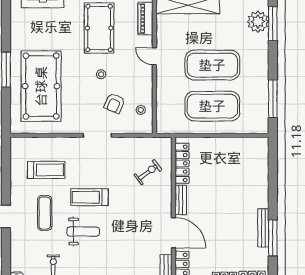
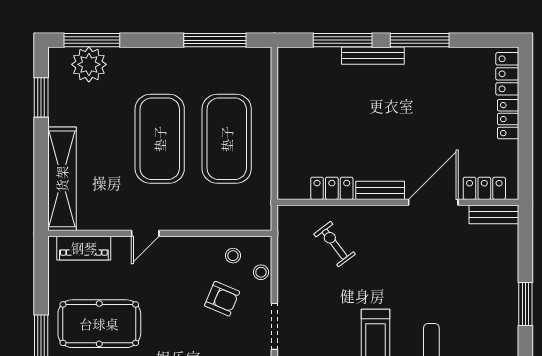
stool: (101, 74) -> (261, 272), moved
locker: (182, 163) -> (332, 188), width x0.66
window: (273, 177) -> (343, 40), added
bench: (263, 228) -> (373, 56), moved
window: (273, 238) -> (420, 40), moved

